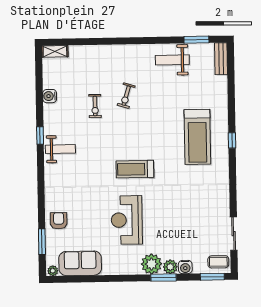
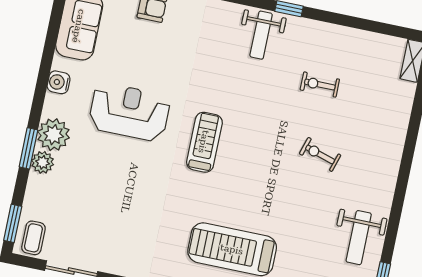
weight bench: (172, 60) -> (359, 238), turned 180
water cooler: (50, 96) -> (346, 37), removed
exercise bike: (95, 106) -> (320, 85), moved
water cooler: (185, 267) -> (59, 82), moved

